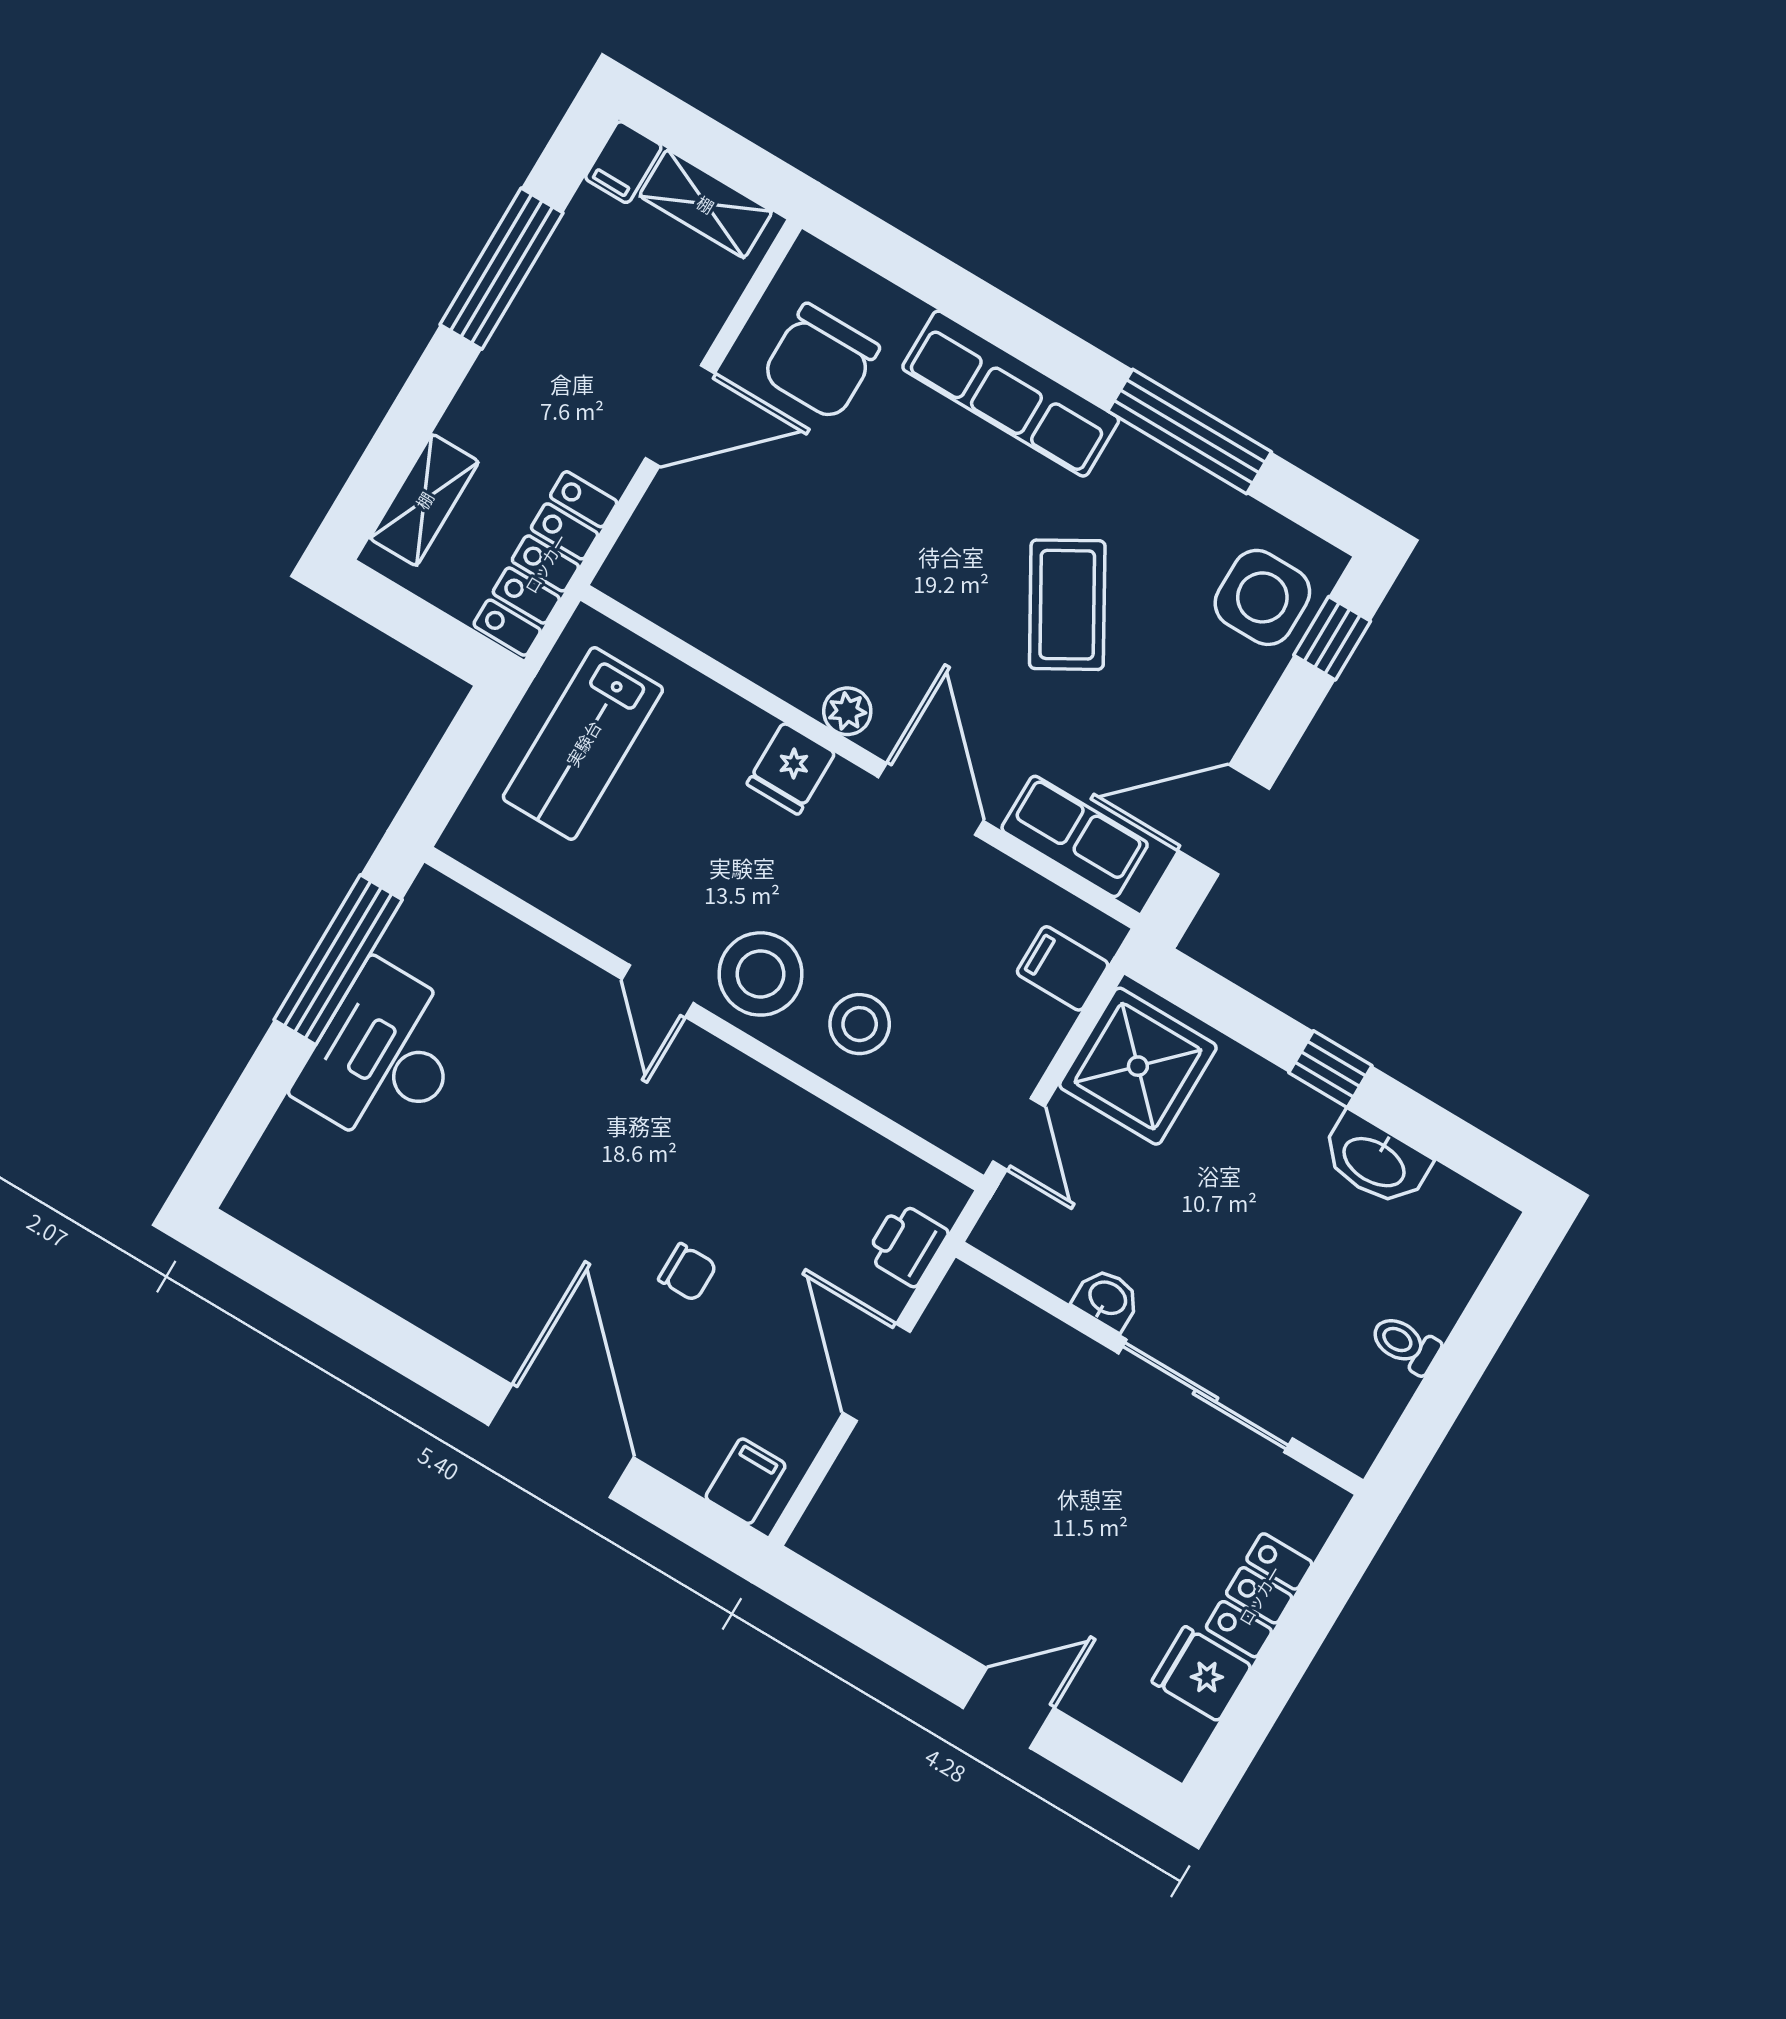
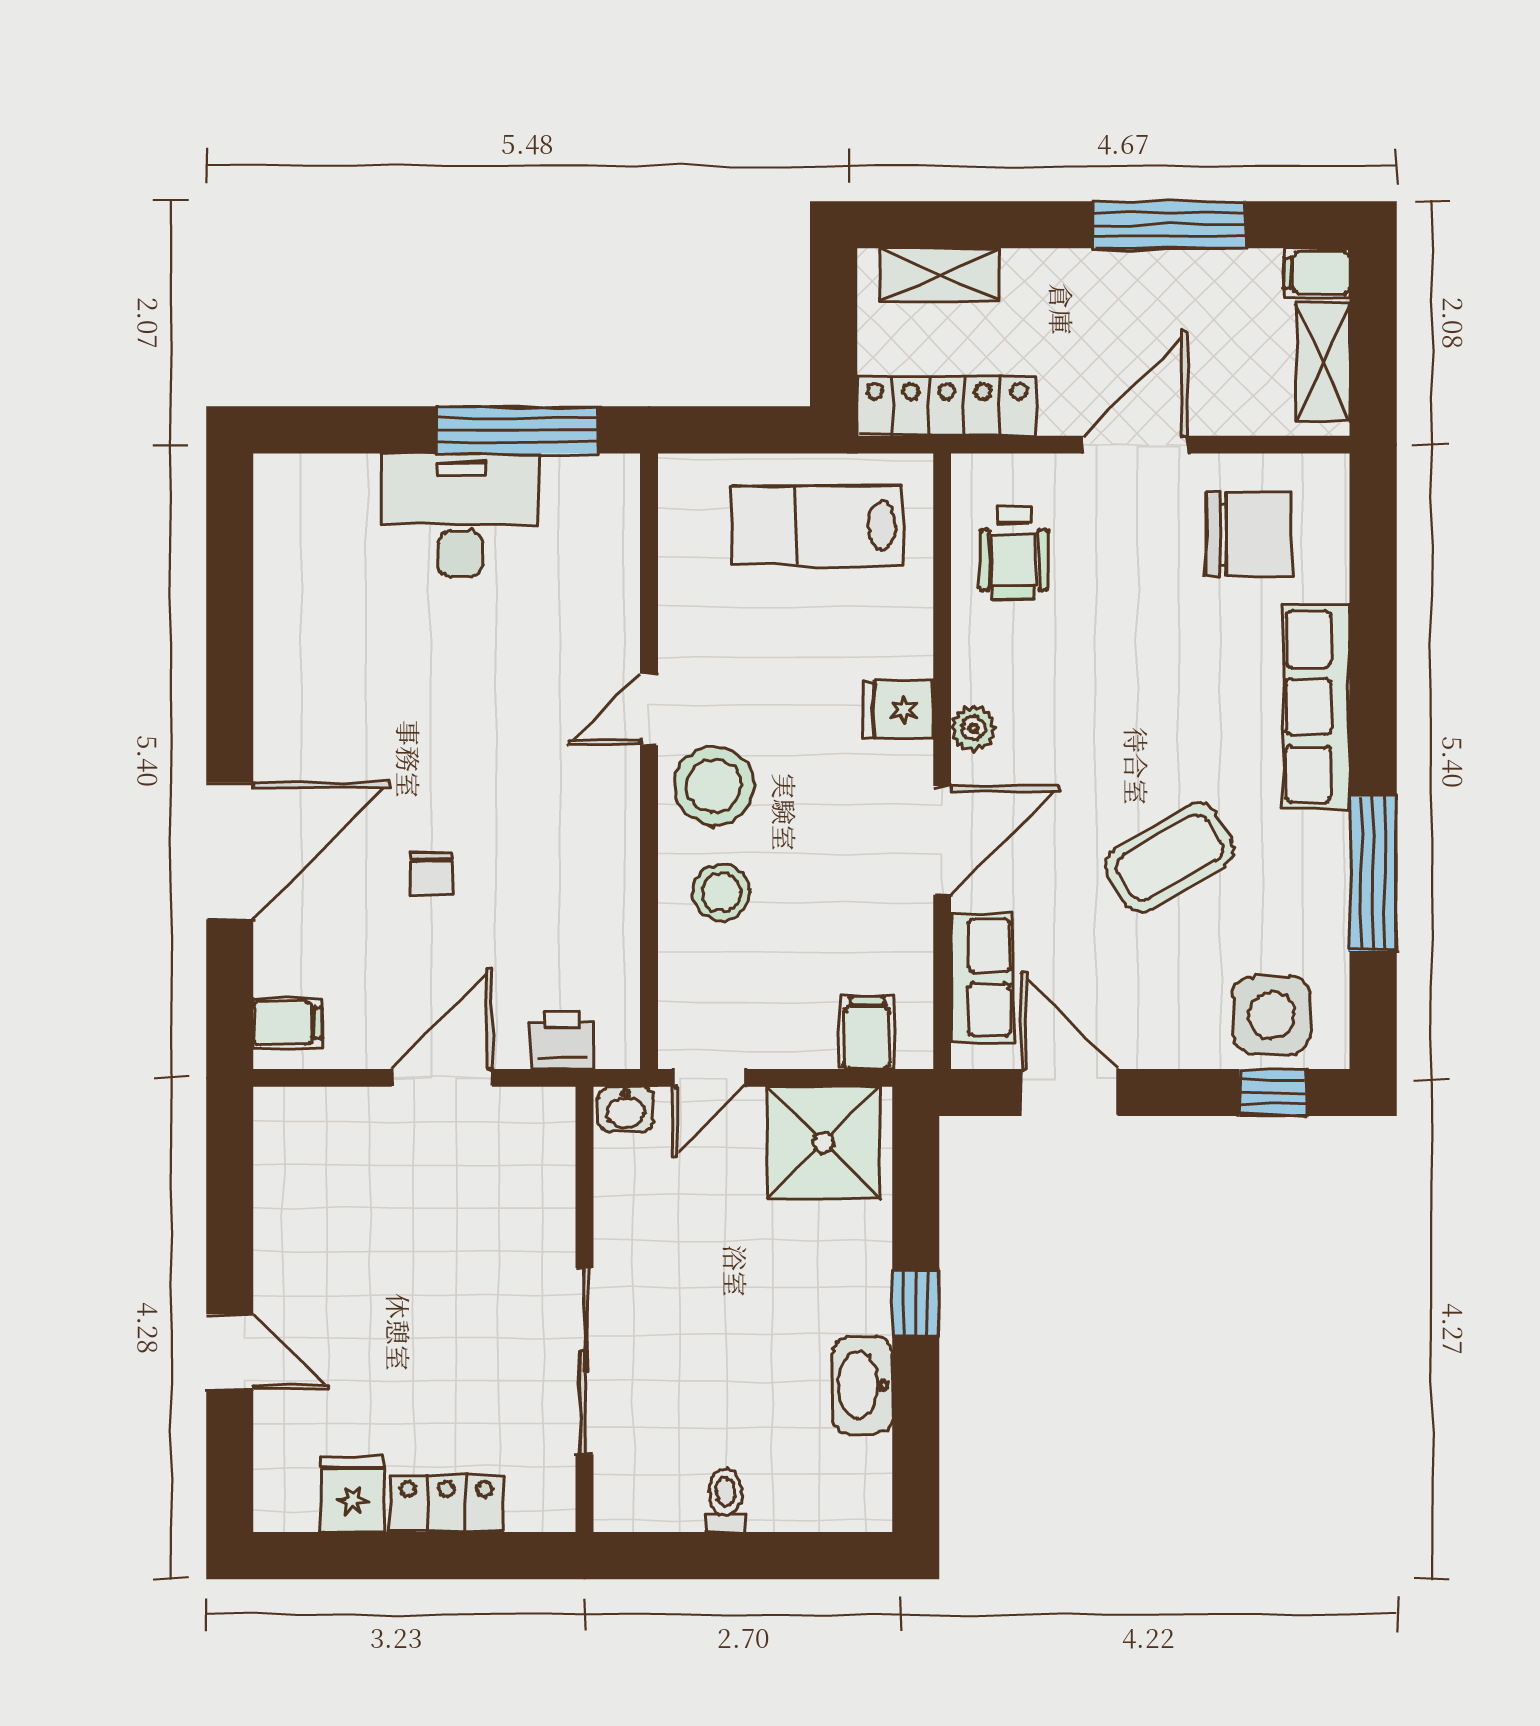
chair: (821, 362) -> (1249, 534), turned 180
door: (680, 416) -> (1135, 445), swing flipped
wheelchair: (712, 582) -> (1014, 552), added
washbasin: (1107, 1299) -> (626, 1109), moved, turned 90

